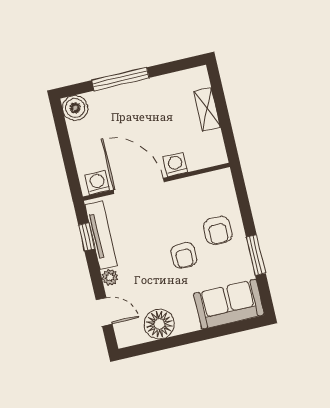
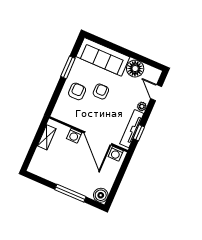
shelving: (207, 109) -> (47, 137), moved
sofa: (229, 304) -> (103, 57), width x1.36

